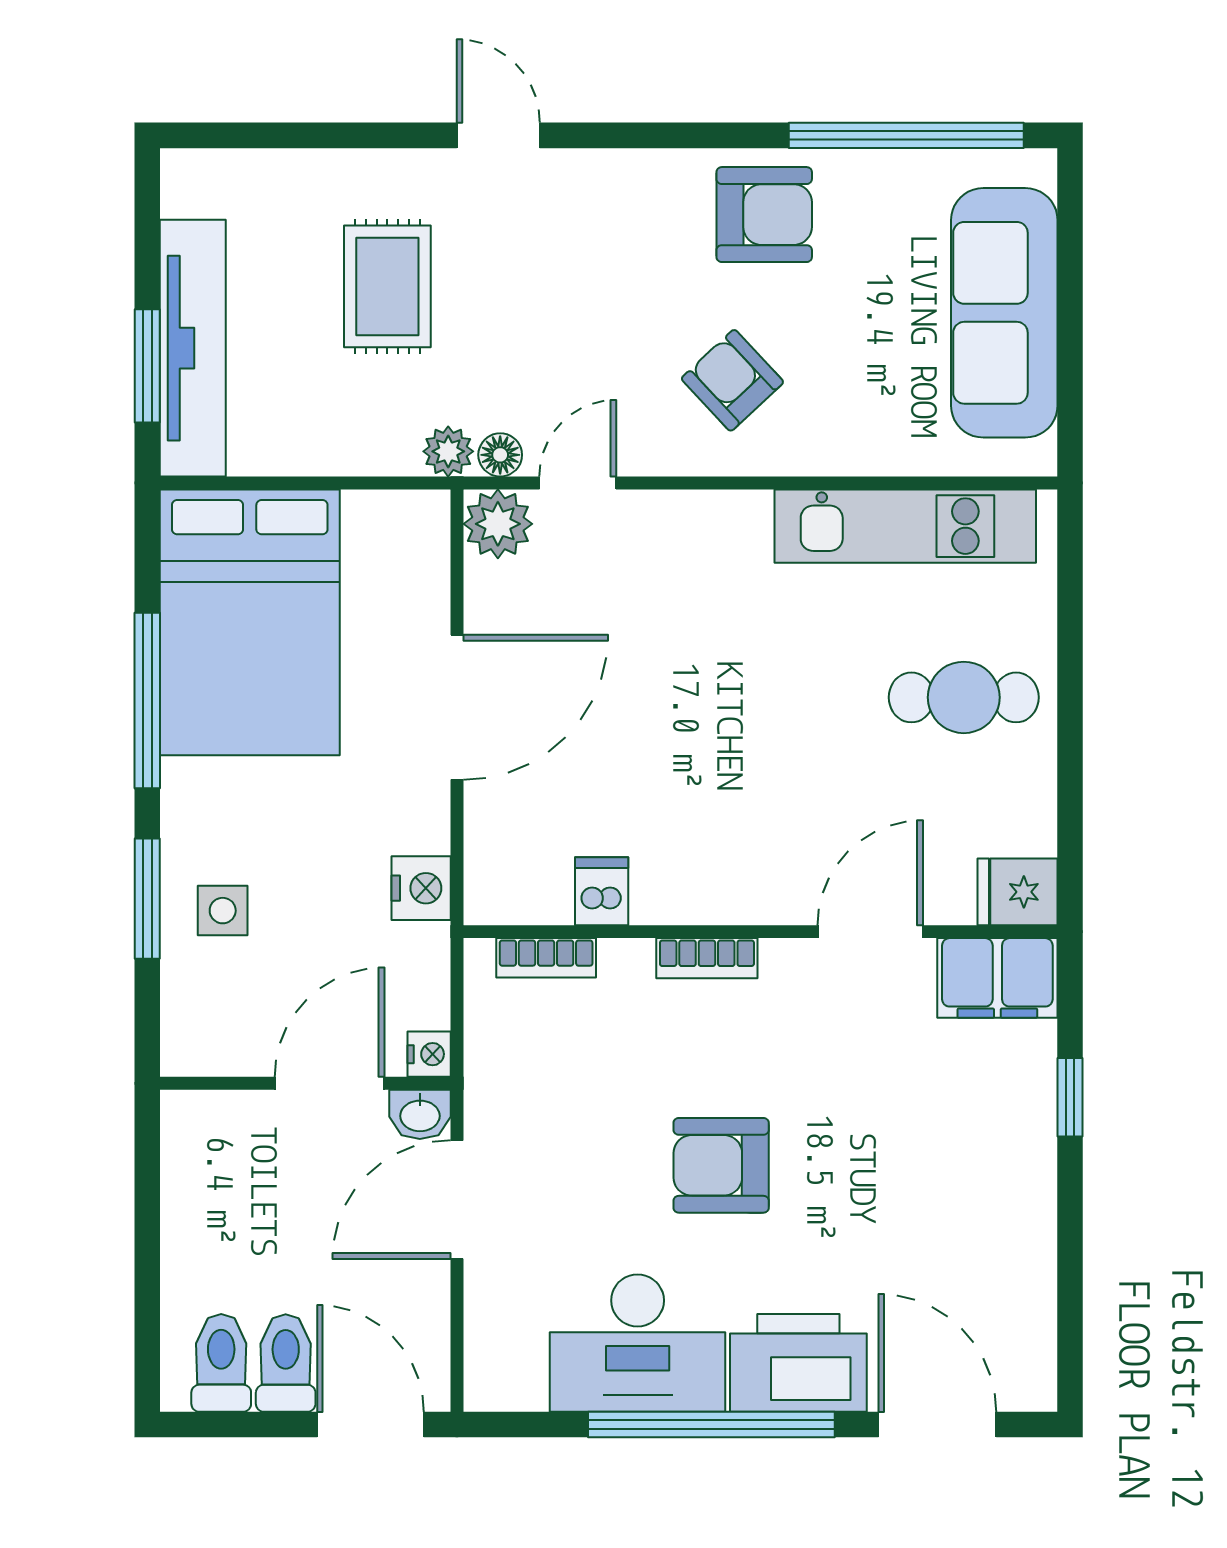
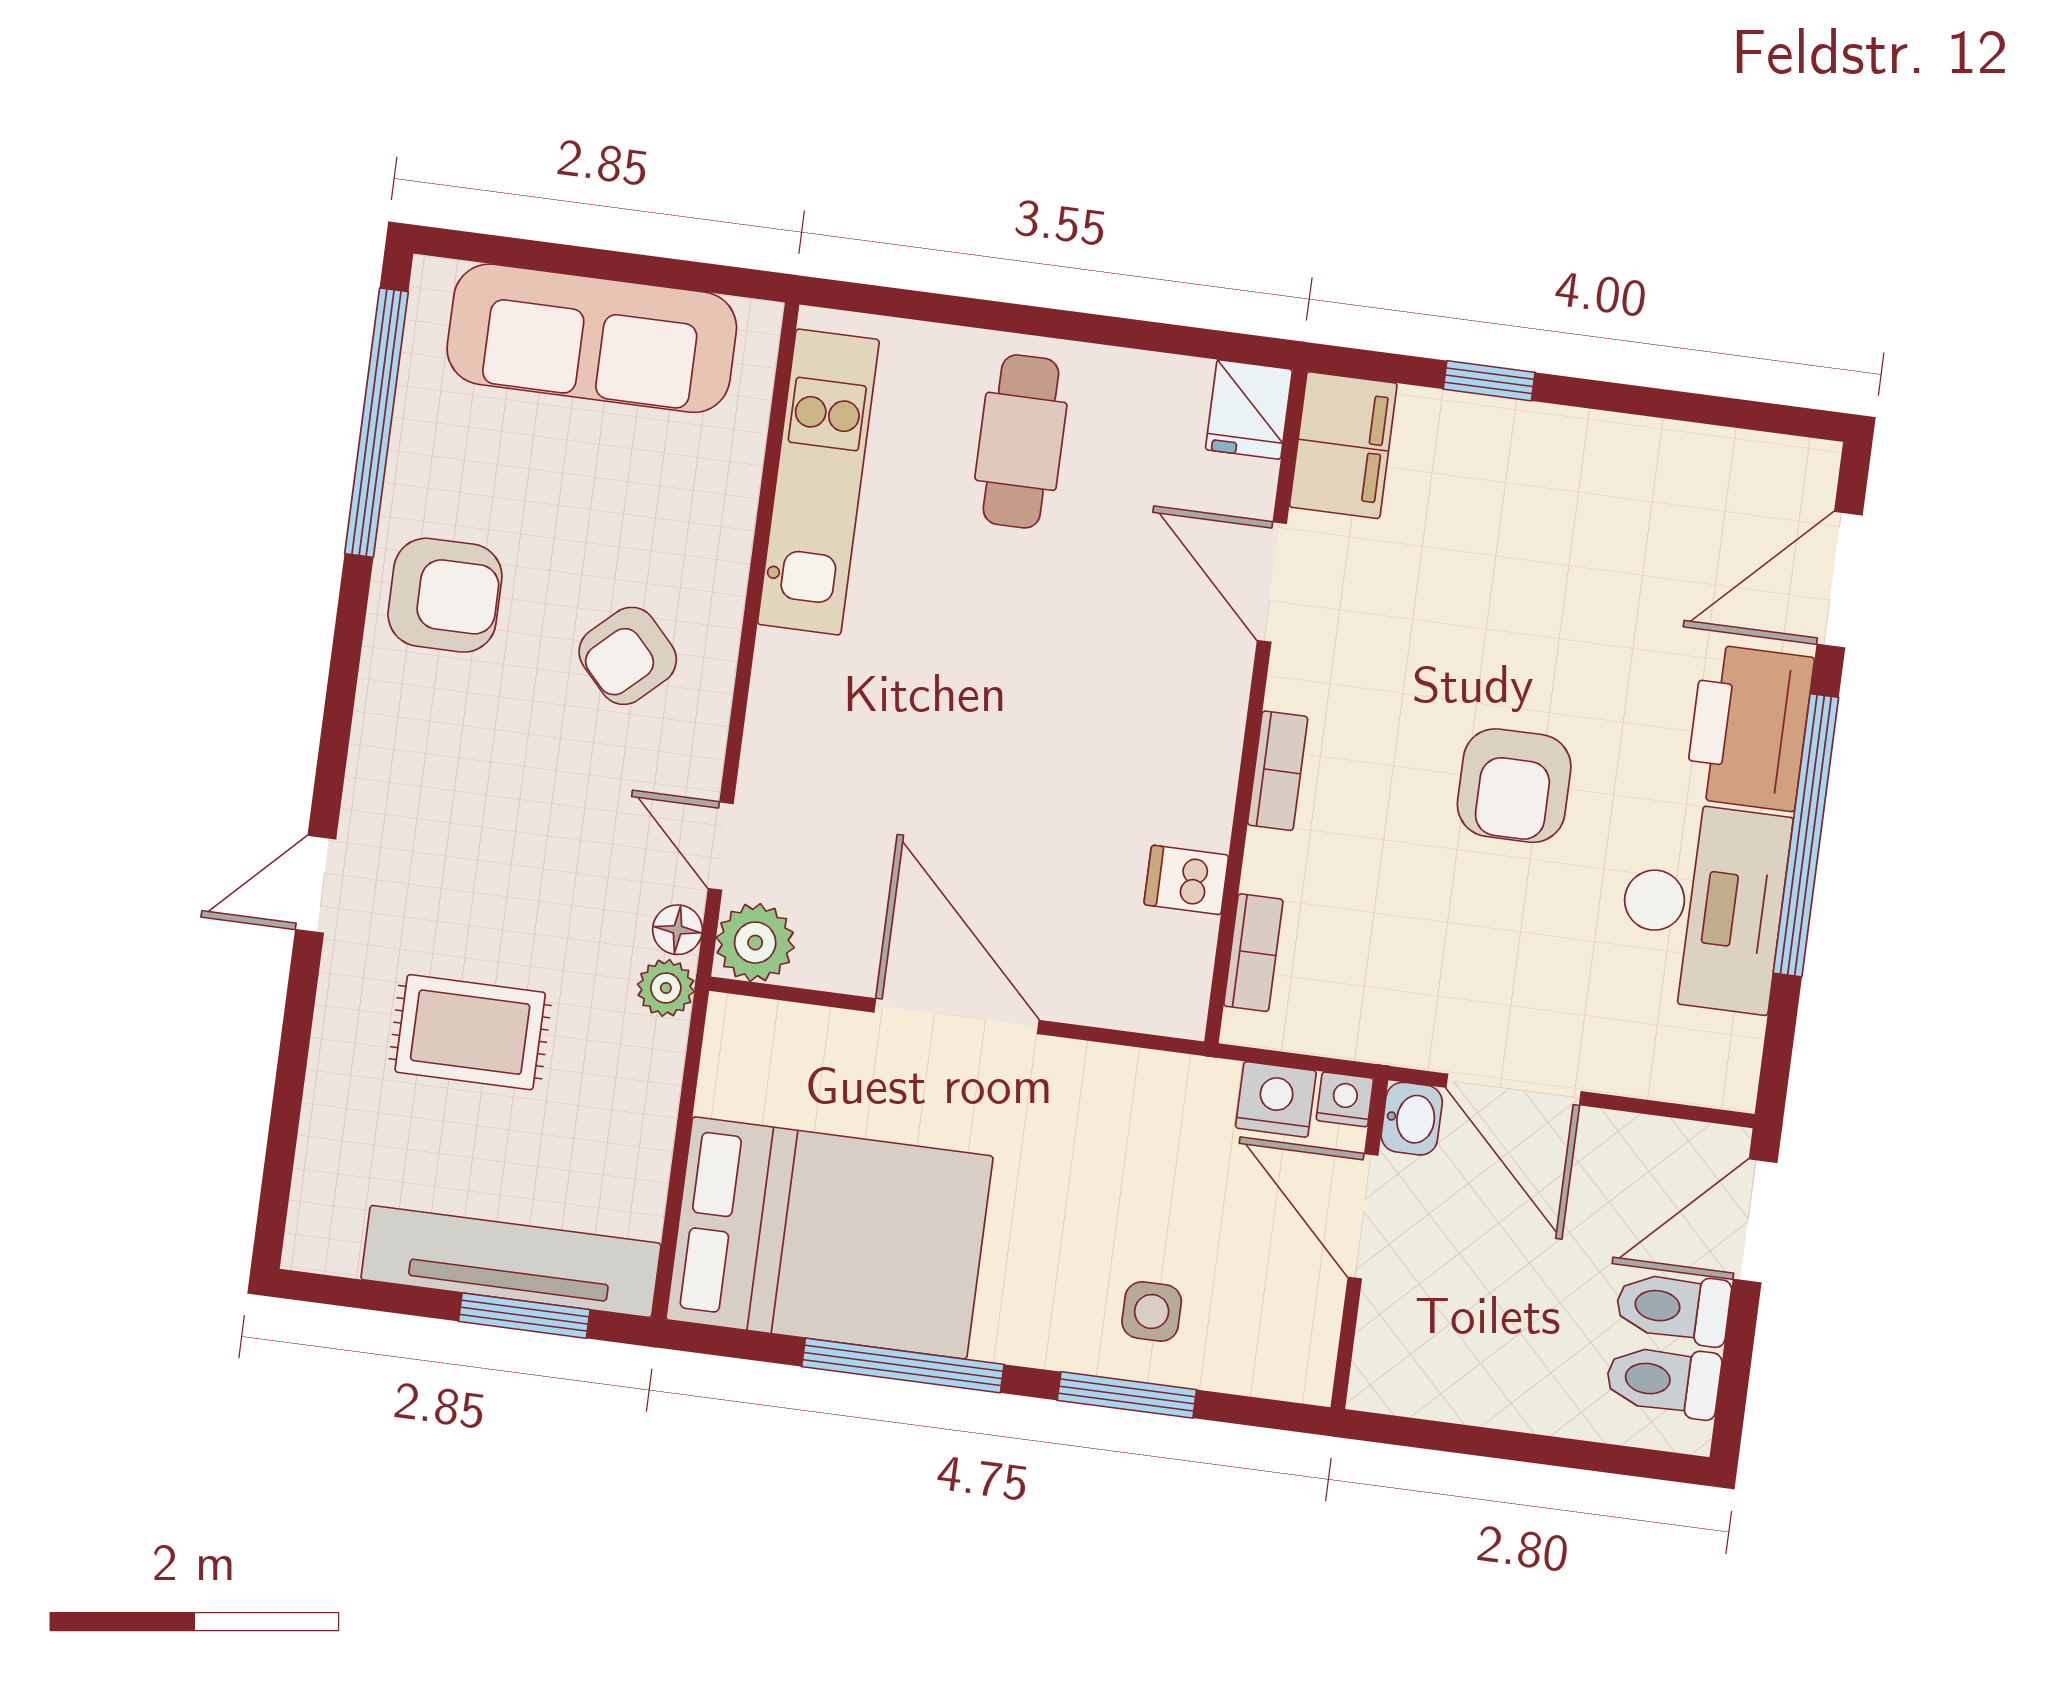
armchair: (764, 215) -> (445, 595), turned 90
nightstand: (421, 888) -> (1276, 1099), moved

